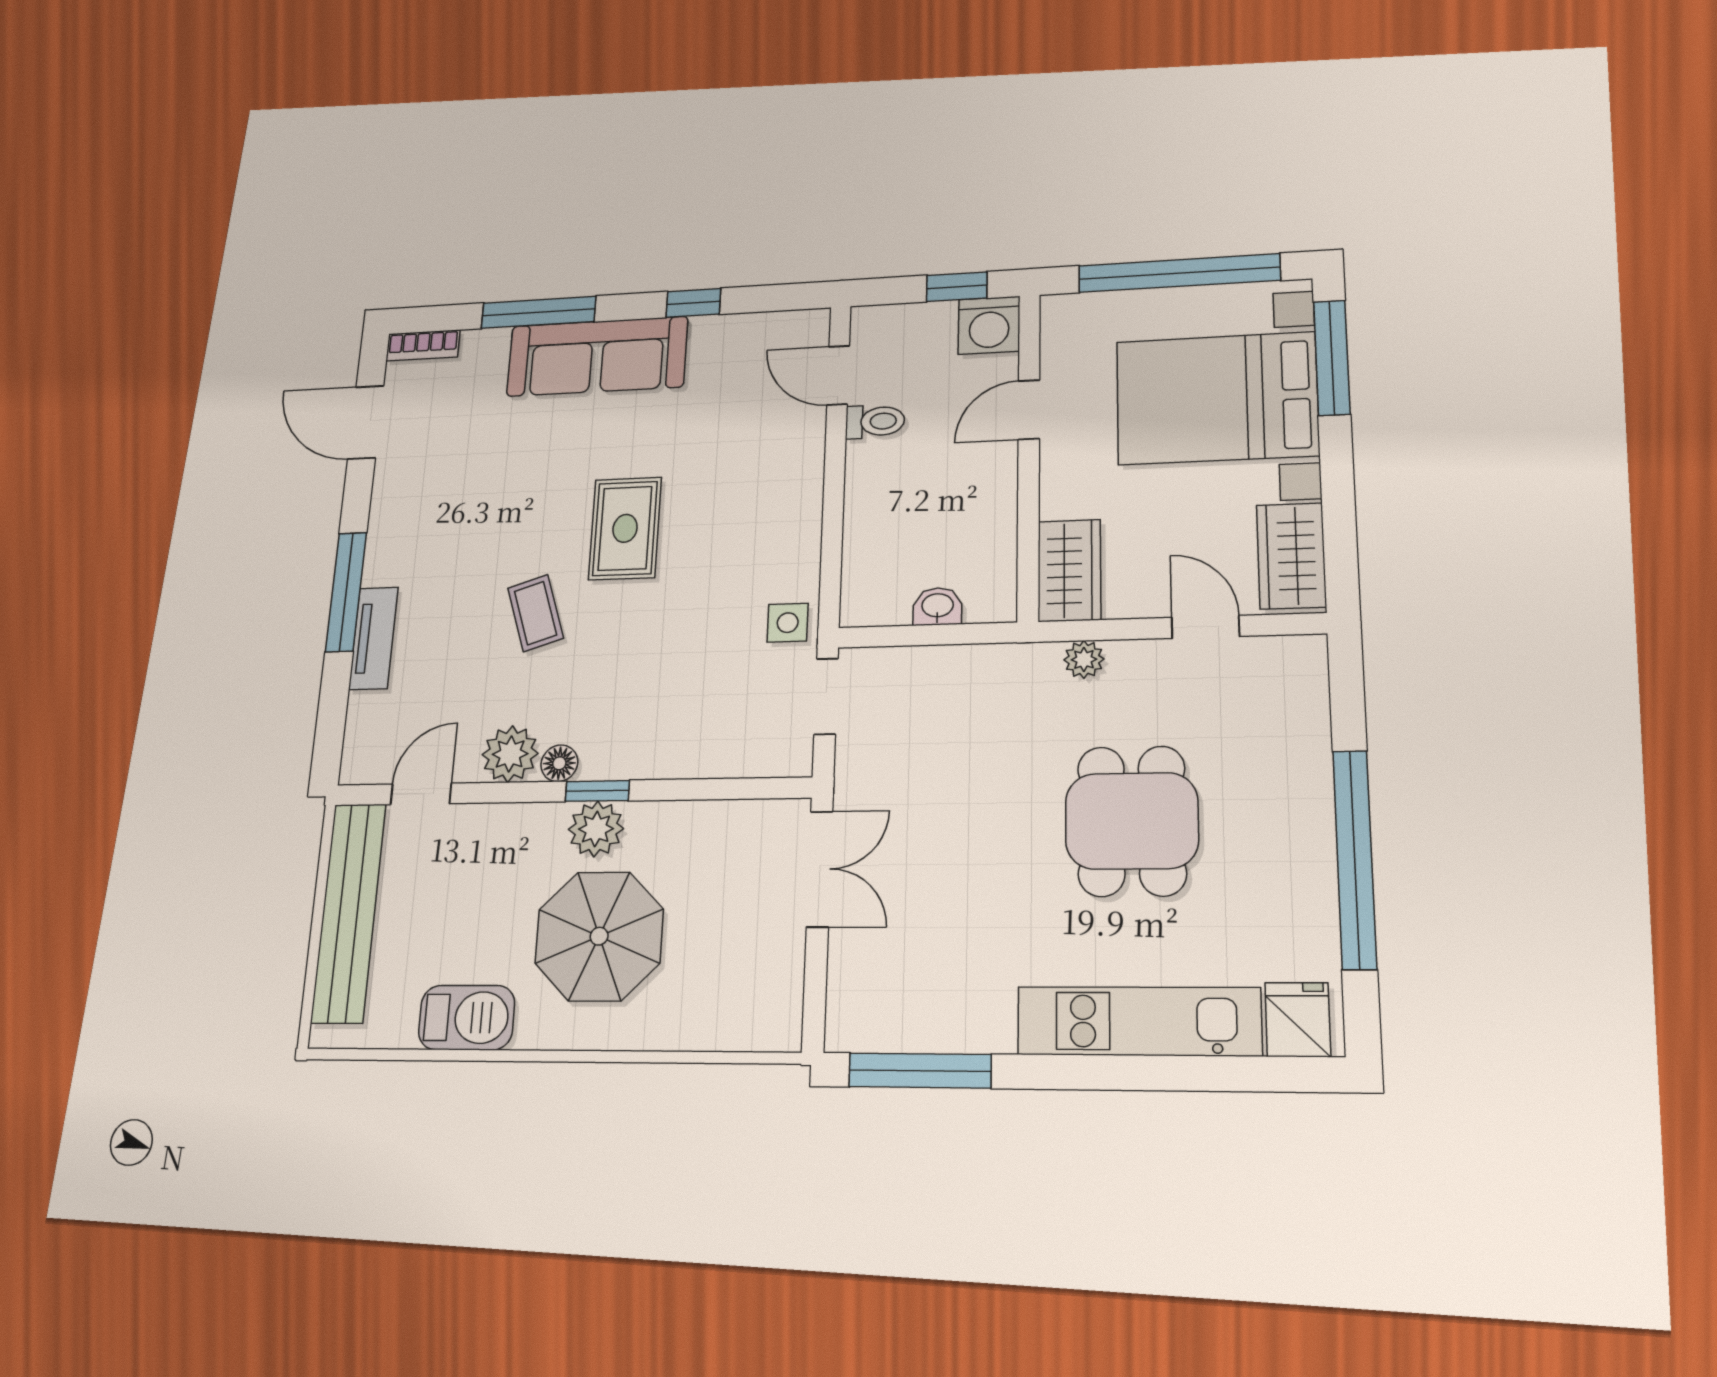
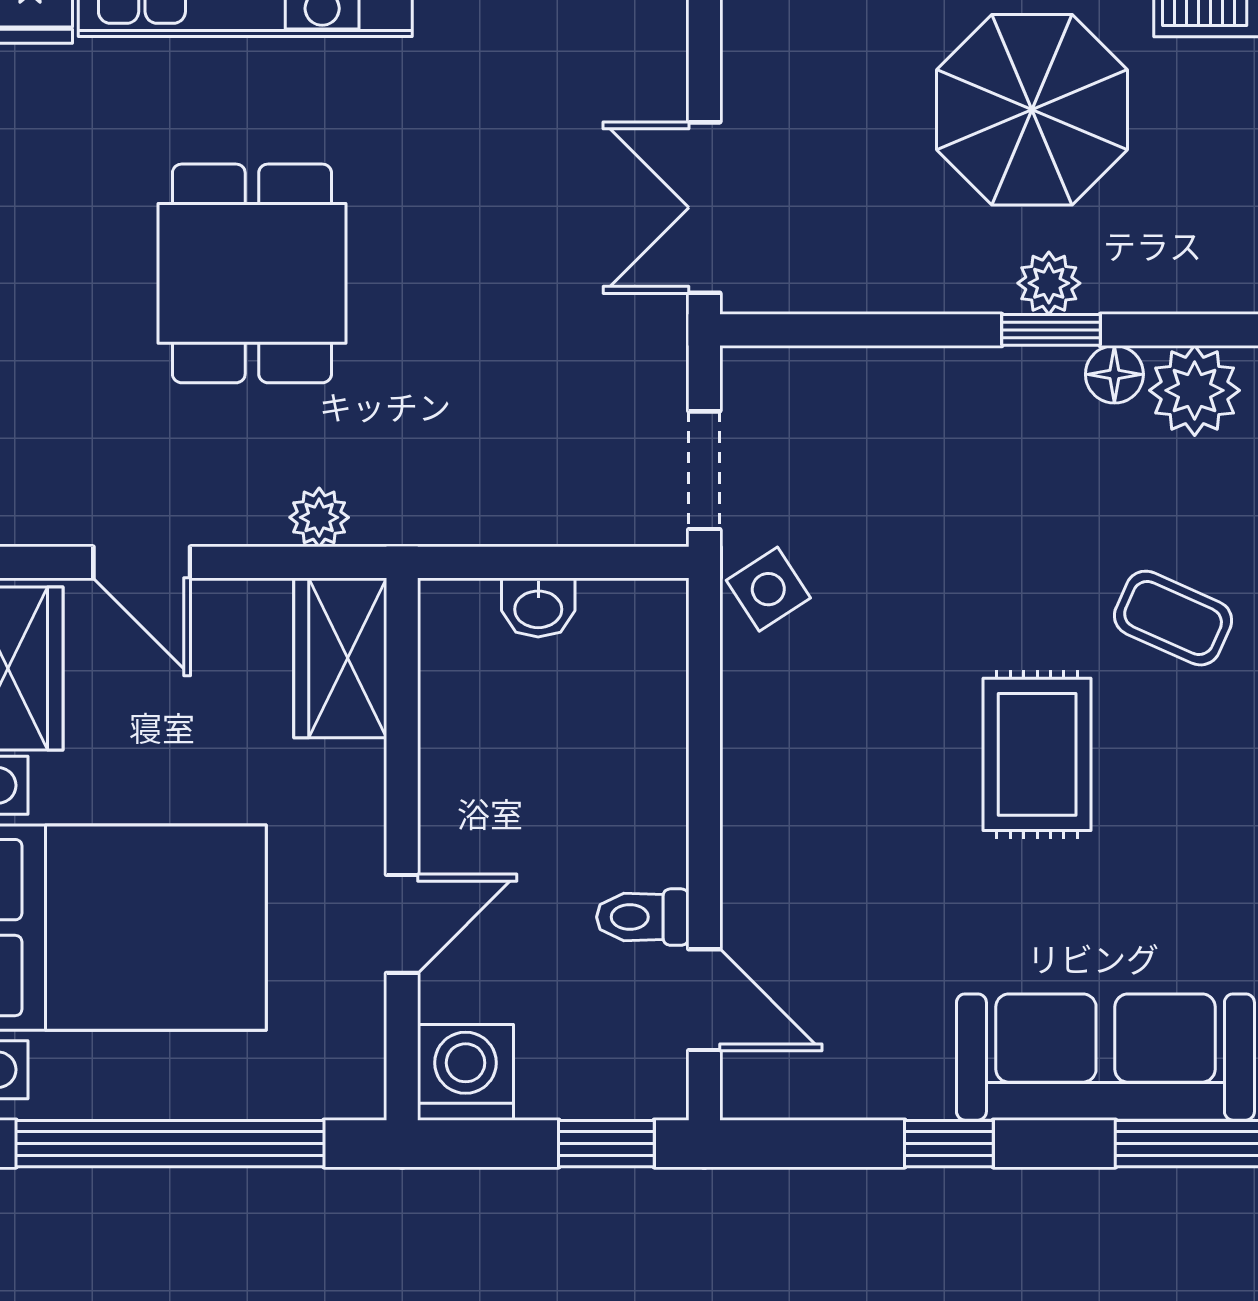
window: (957, 287) -> (606, 1144), moved
coffee table: (536, 613) -> (1173, 618), turned -48
side table: (788, 623) -> (768, 589), turned -33
plant: (596, 829) -> (1049, 283), width x0.73, depth x0.73

